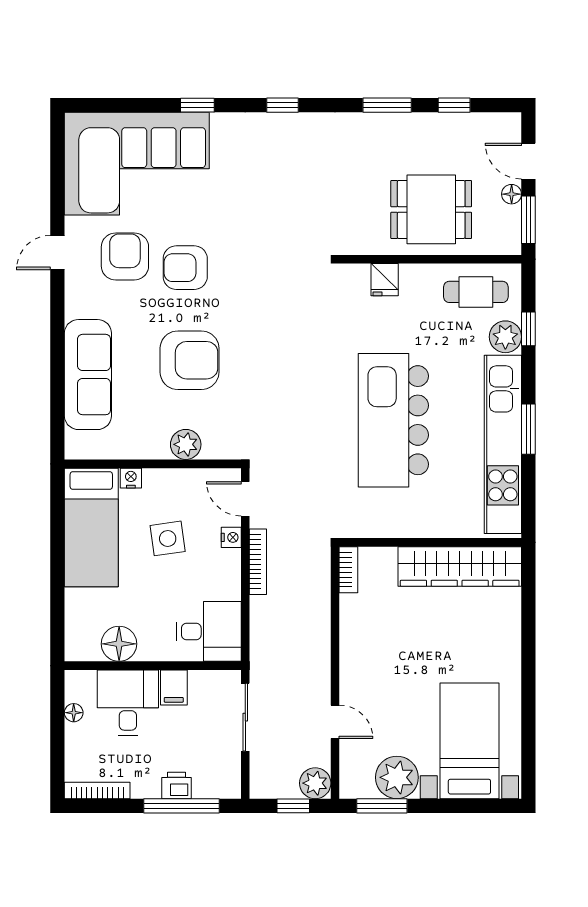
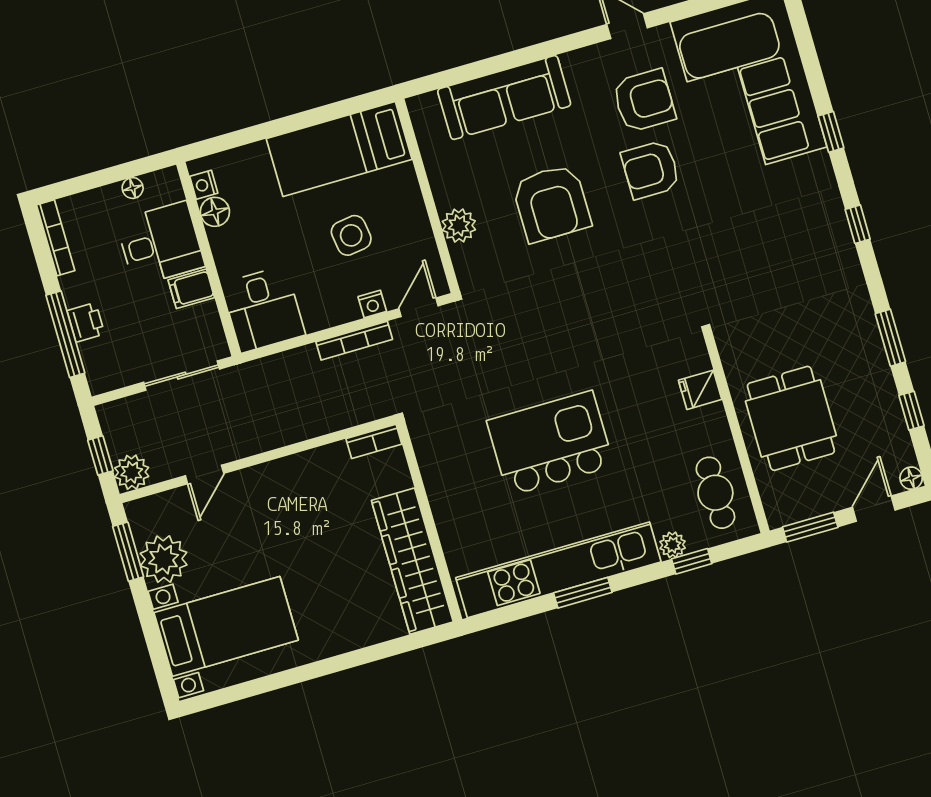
floor lamp: (512, 194) -> (911, 478), moved
armchair: (185, 268) -> (651, 170), turned -90
plant: (505, 337) -> (673, 545), width x0.73, depth x0.73
kitchen island: (393, 420) -> (550, 443), width x0.73
nightstand: (131, 478) -> (204, 185), moved, turned 180
floor lamp: (119, 644) -> (215, 212), width x0.73, depth x0.73

